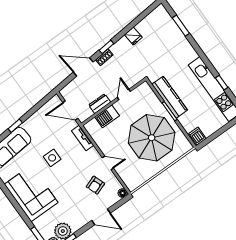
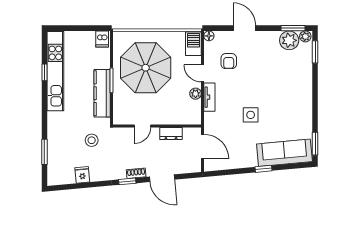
fridge: (133, 36) -> (82, 175), moved
stool: (153, 58) -> (92, 140), added
barbecue: (107, 116) -> (193, 44), moved, turned -90
tv unit: (83, 138) -> (209, 97), moved
plant: (102, 145) -> (196, 94), added
armchair: (95, 185) -> (229, 61), turned 110
corner sofa: (31, 193) -> (294, 96), removed

